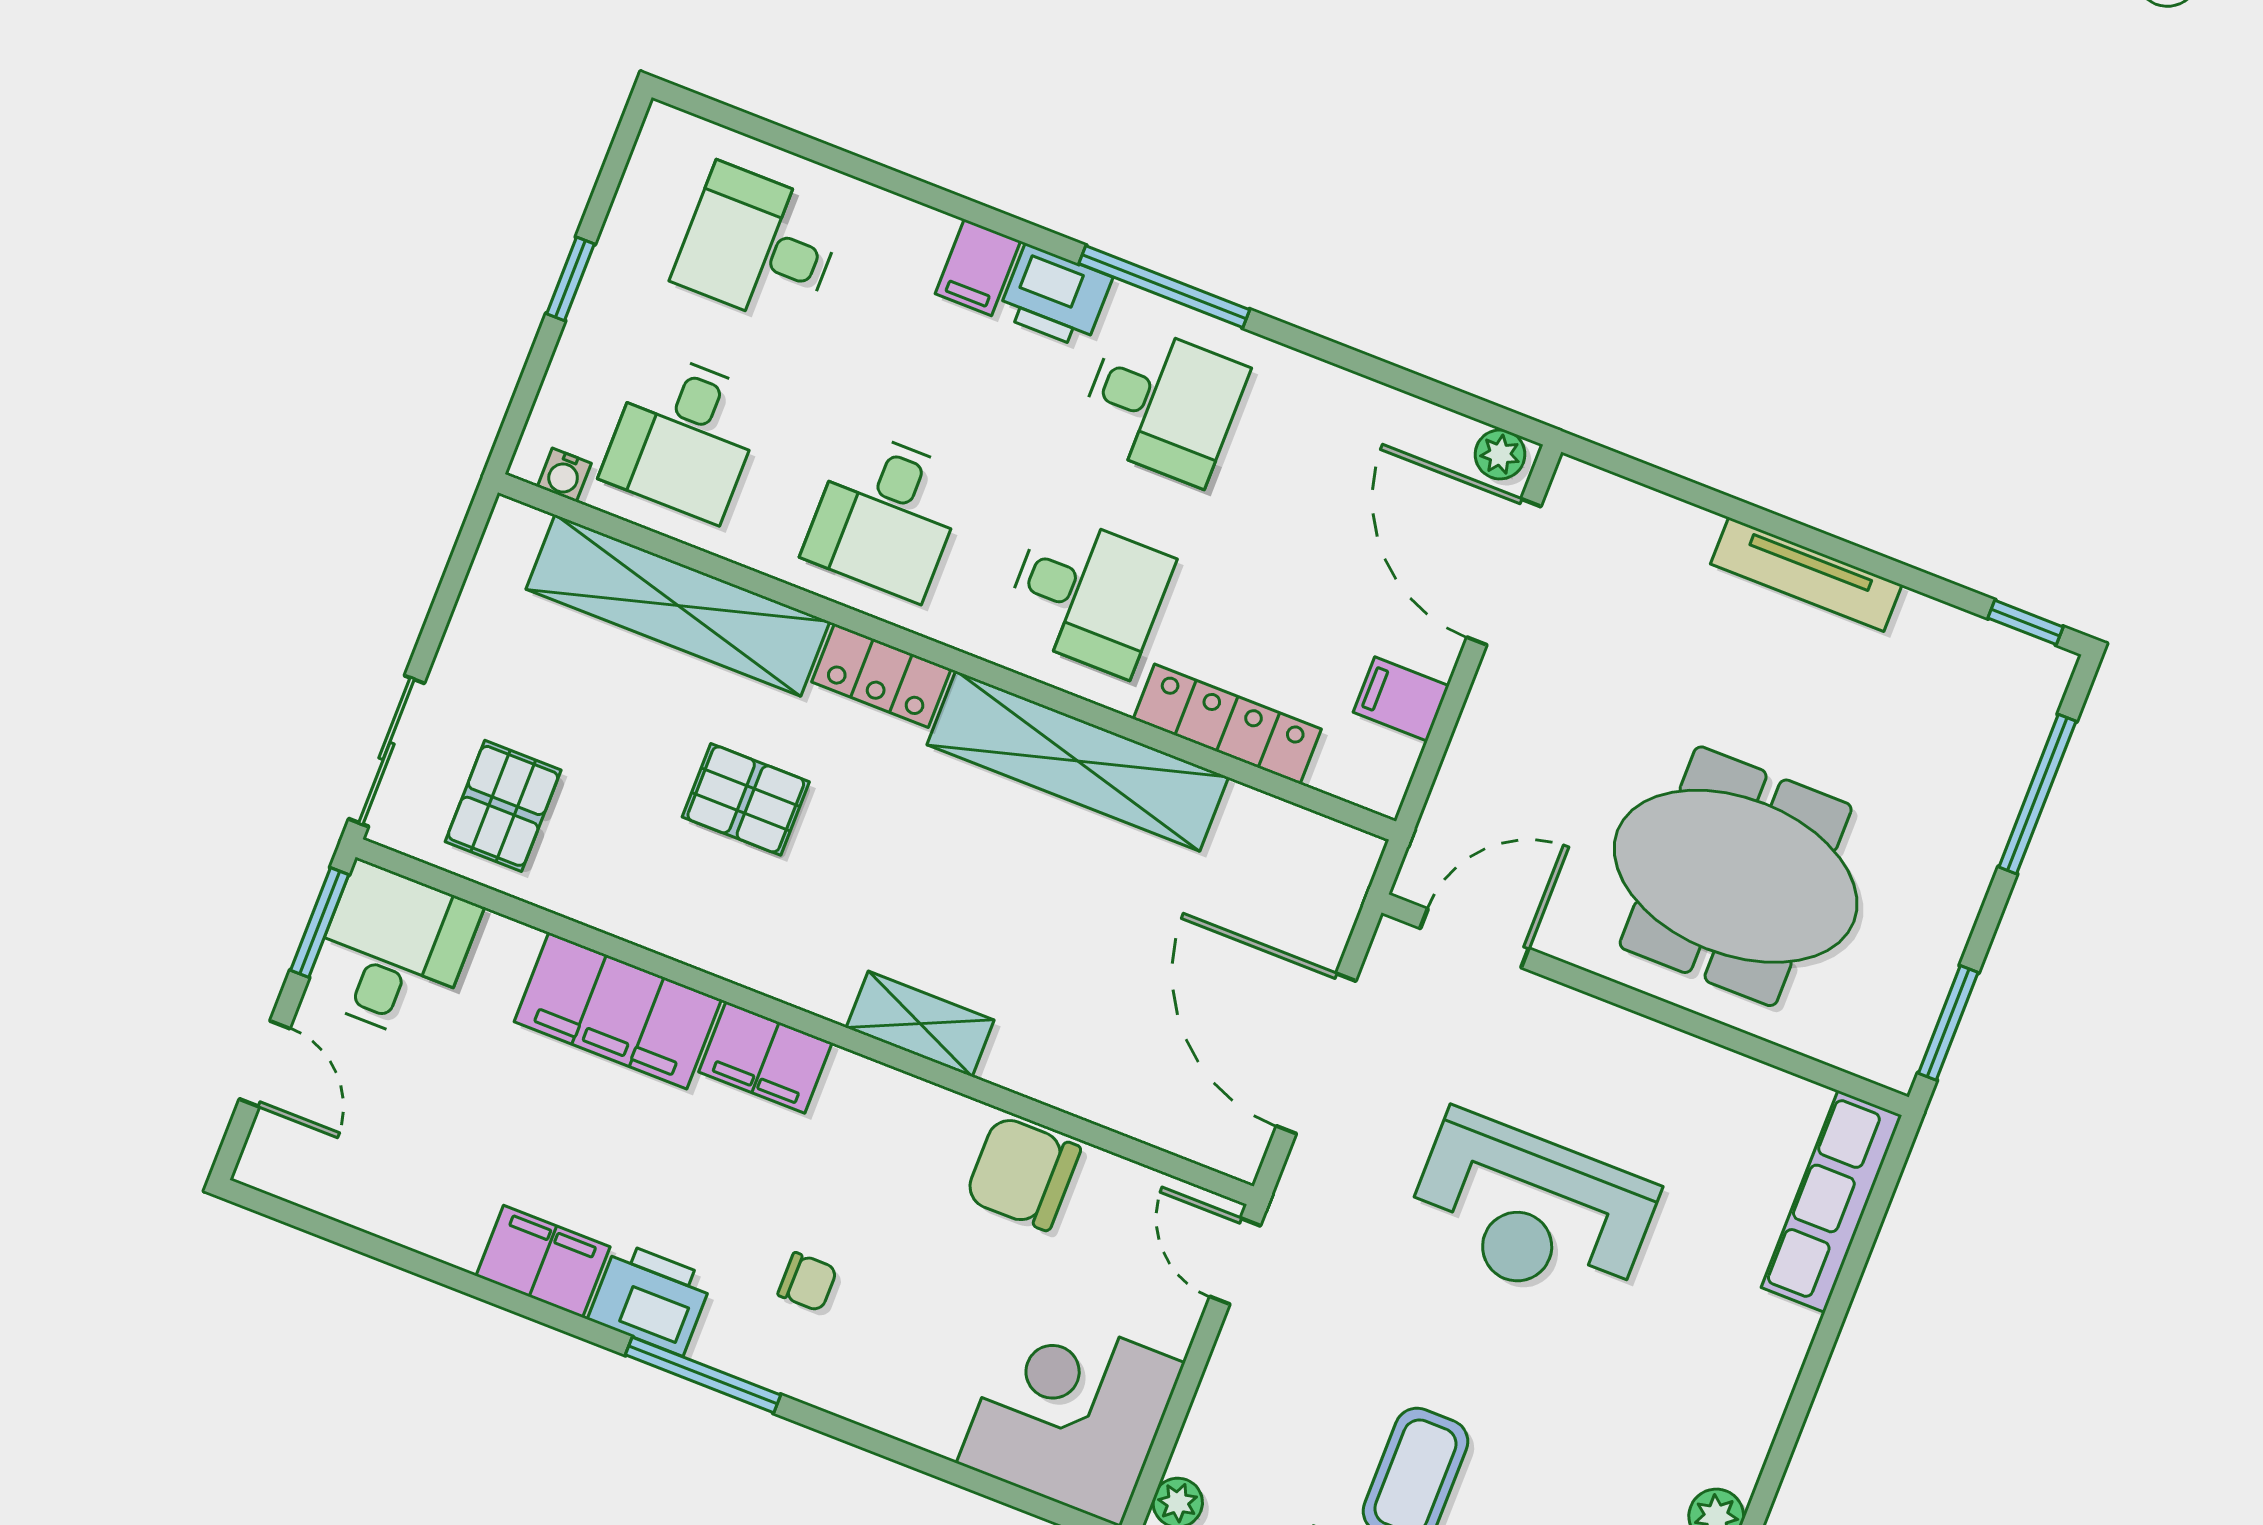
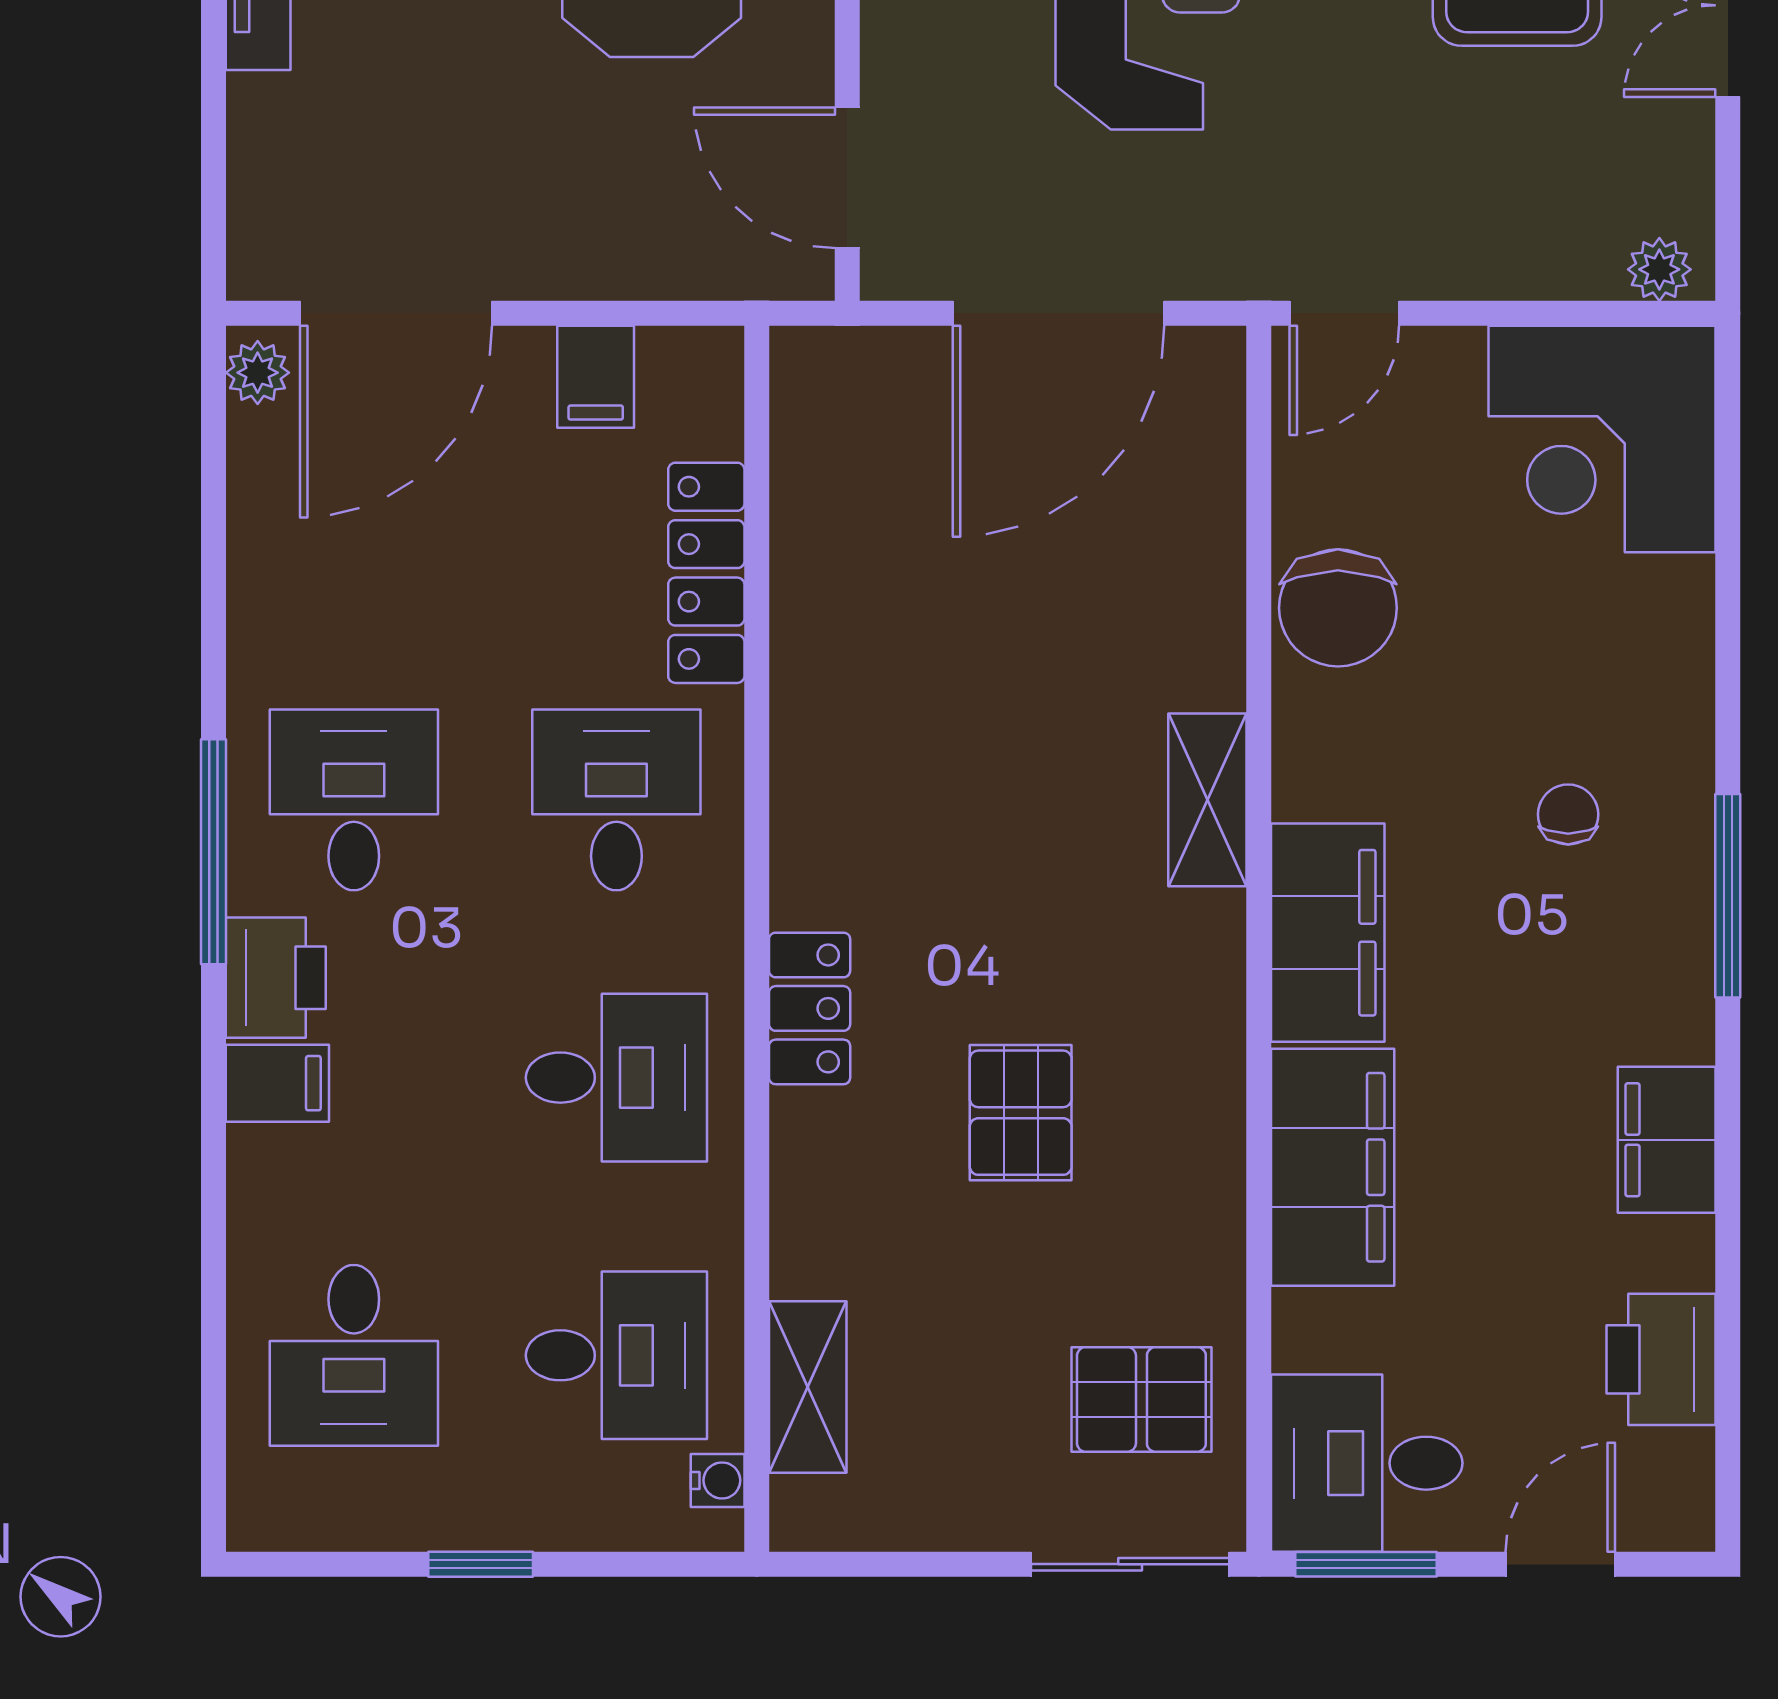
shelving: (678, 605) -> (808, 1387), width x0.45, depth x0.75
shelving: (1078, 761) -> (820, 734), removed
filing cabinet: (765, 1057) -> (1328, 933), width x1.50, depth x1.17
printer: (650, 1298) -> (1661, 1359), moved

